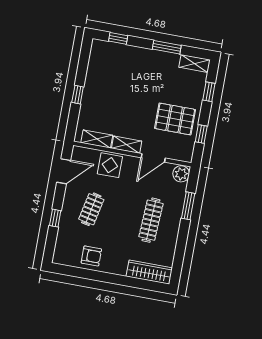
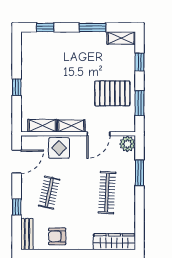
window: (201, 134) -> (139, 103), width x1.50
bench: (61, 248) -> (27, 234), added
armchair: (91, 256) -> (57, 236), turned 180

